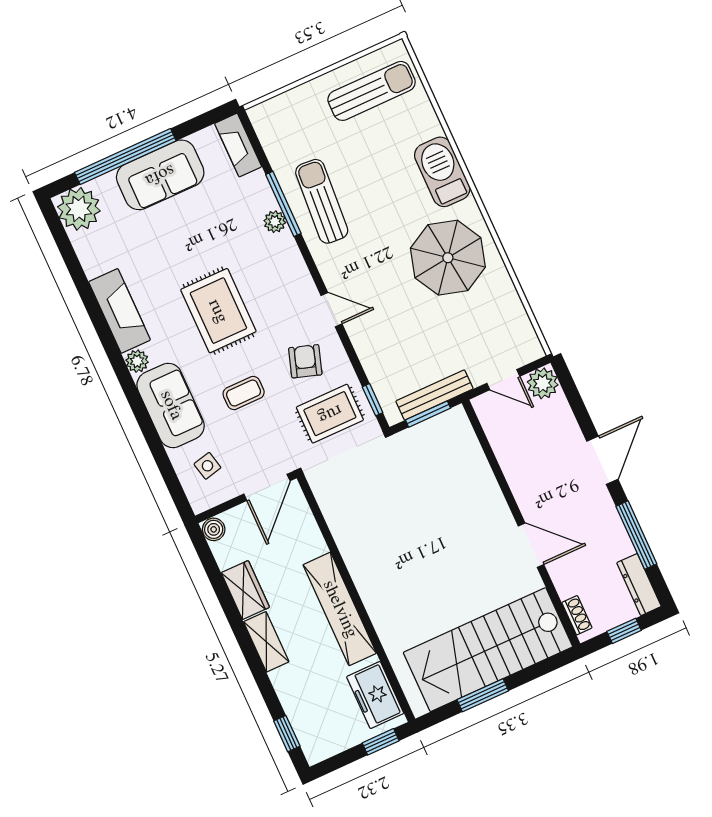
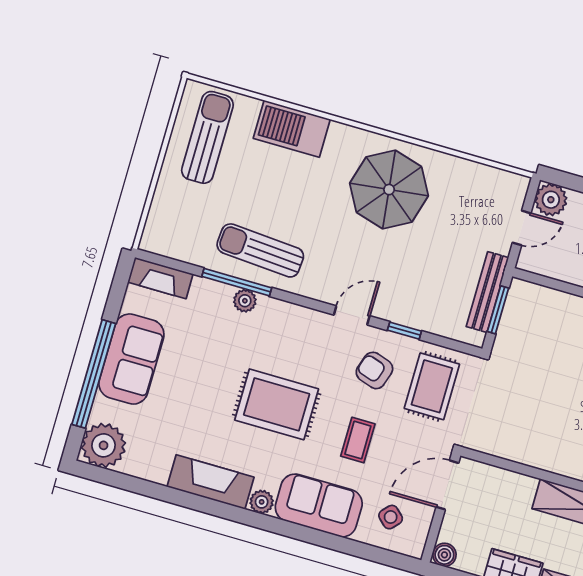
barbecue: (442, 172) -> (292, 129), moved
window: (373, 400) -> (404, 331), moved
side table: (207, 466) -> (391, 517), turned -34
door: (267, 487) -> (447, 485), swing flipped

